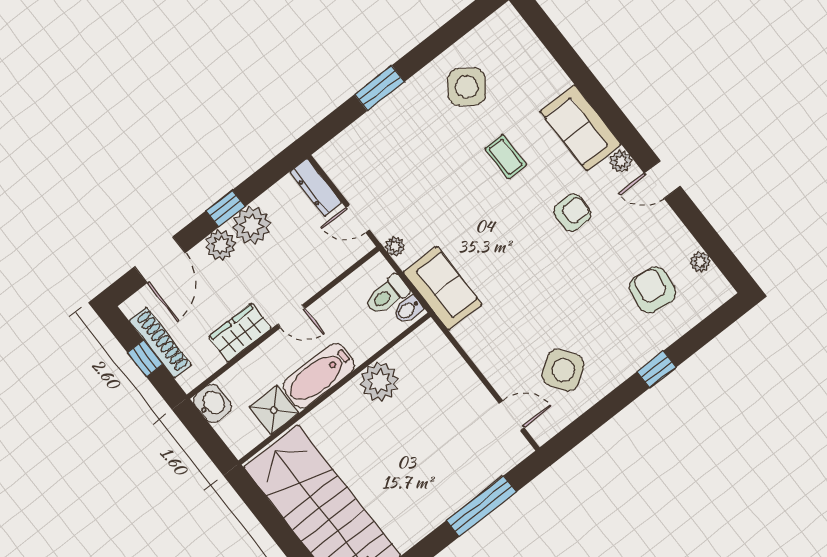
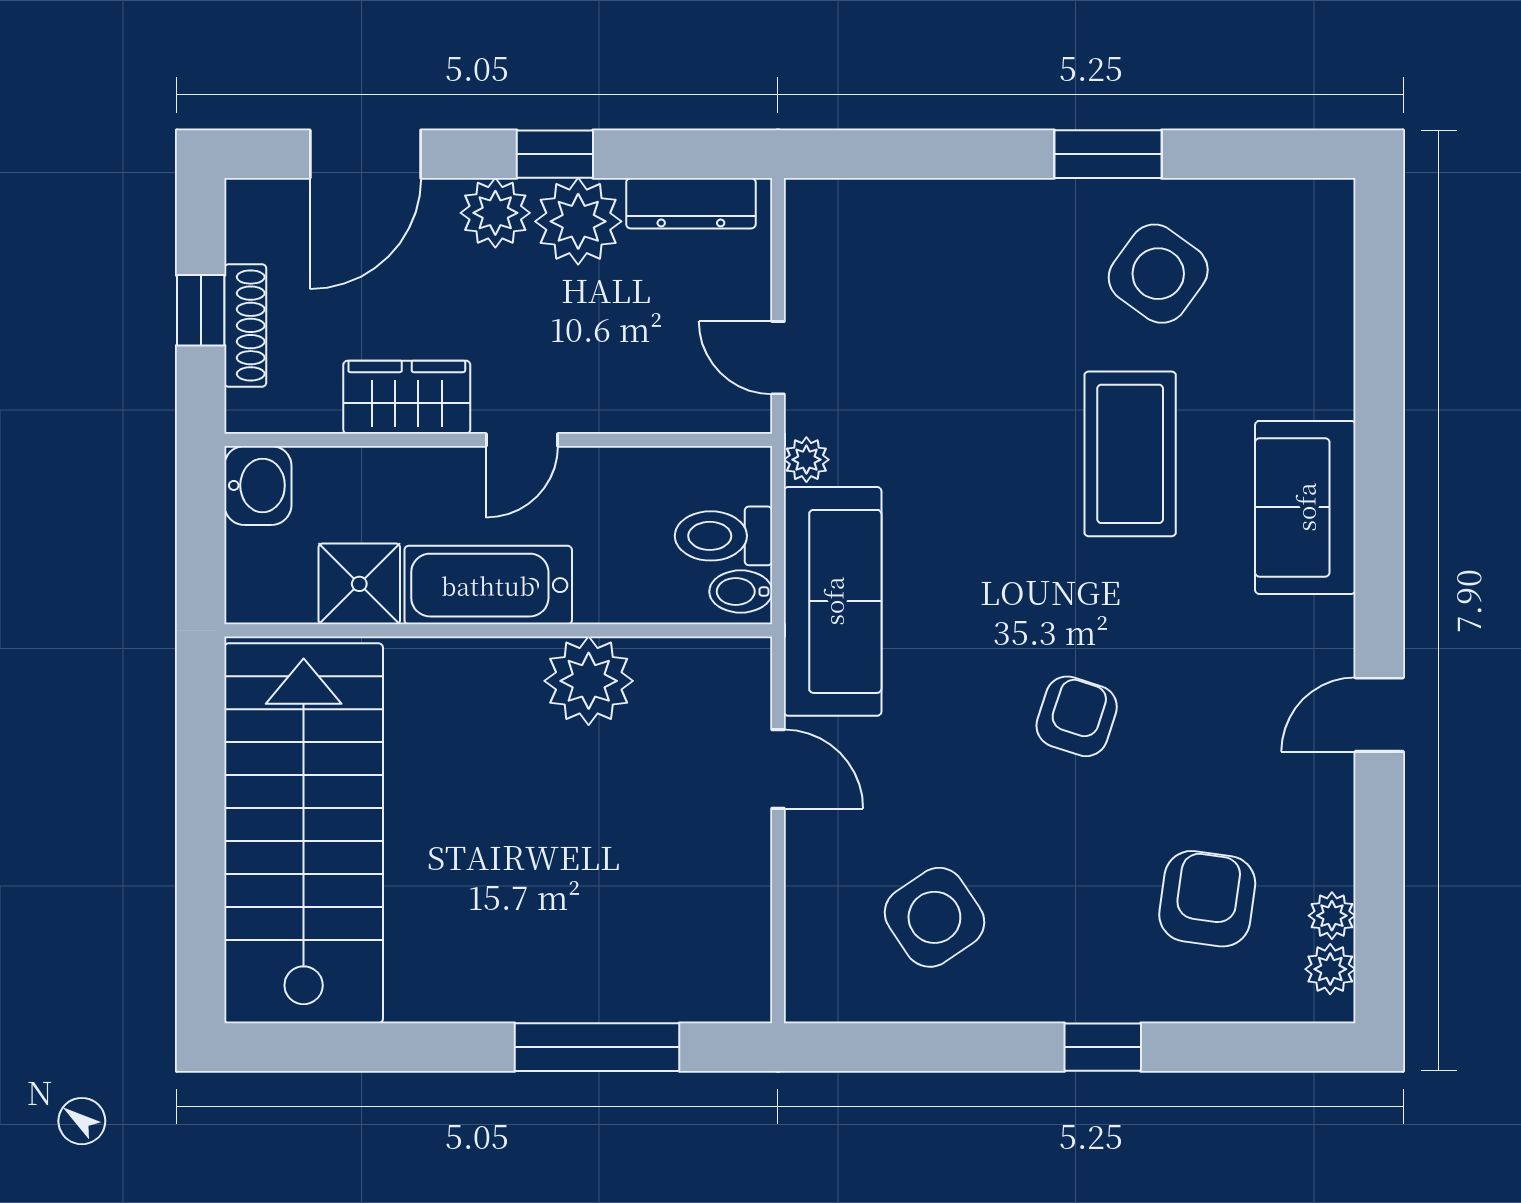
window: (379, 88) -> (1108, 154), moved
coffee table: (506, 157) -> (1130, 454), width x1.86, depth x1.72
plant: (621, 162) -> (1330, 969), moved
door: (662, 180) -> (1379, 715), hinge flipped
dresser: (316, 187) -> (691, 203), moved, turned -90
armchair: (572, 213) -> (1077, 716), moved, turned -72
sofa: (442, 288) -> (833, 601), width x1.36
door: (291, 316) -> (522, 440), hinge flipped
shoe rack: (160, 343) -> (245, 325), width x0.74, depth x0.81
door: (512, 416) -> (778, 769), moved

